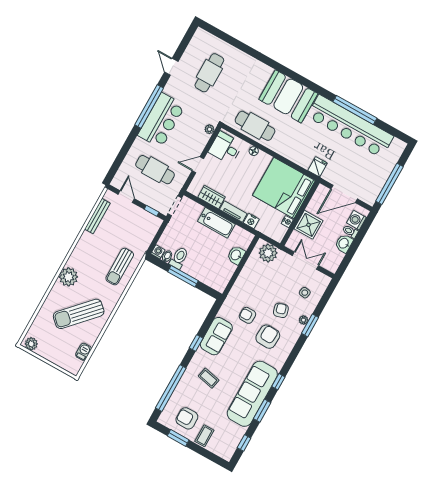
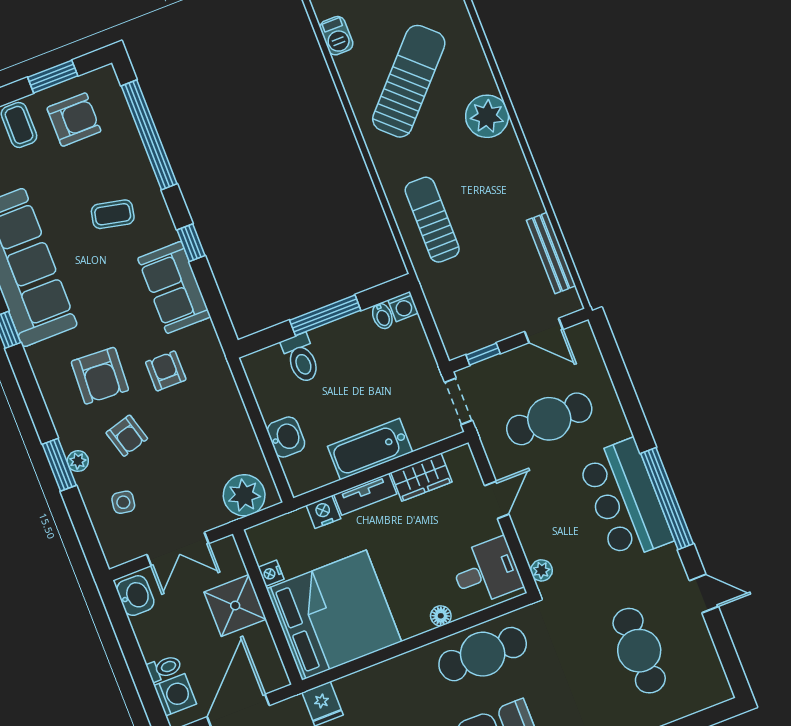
washbasin: (344, 243) -> (135, 596), moved
toilet: (179, 258) -> (301, 358), moved
armchair: (247, 315) -> (166, 371), turned -90

